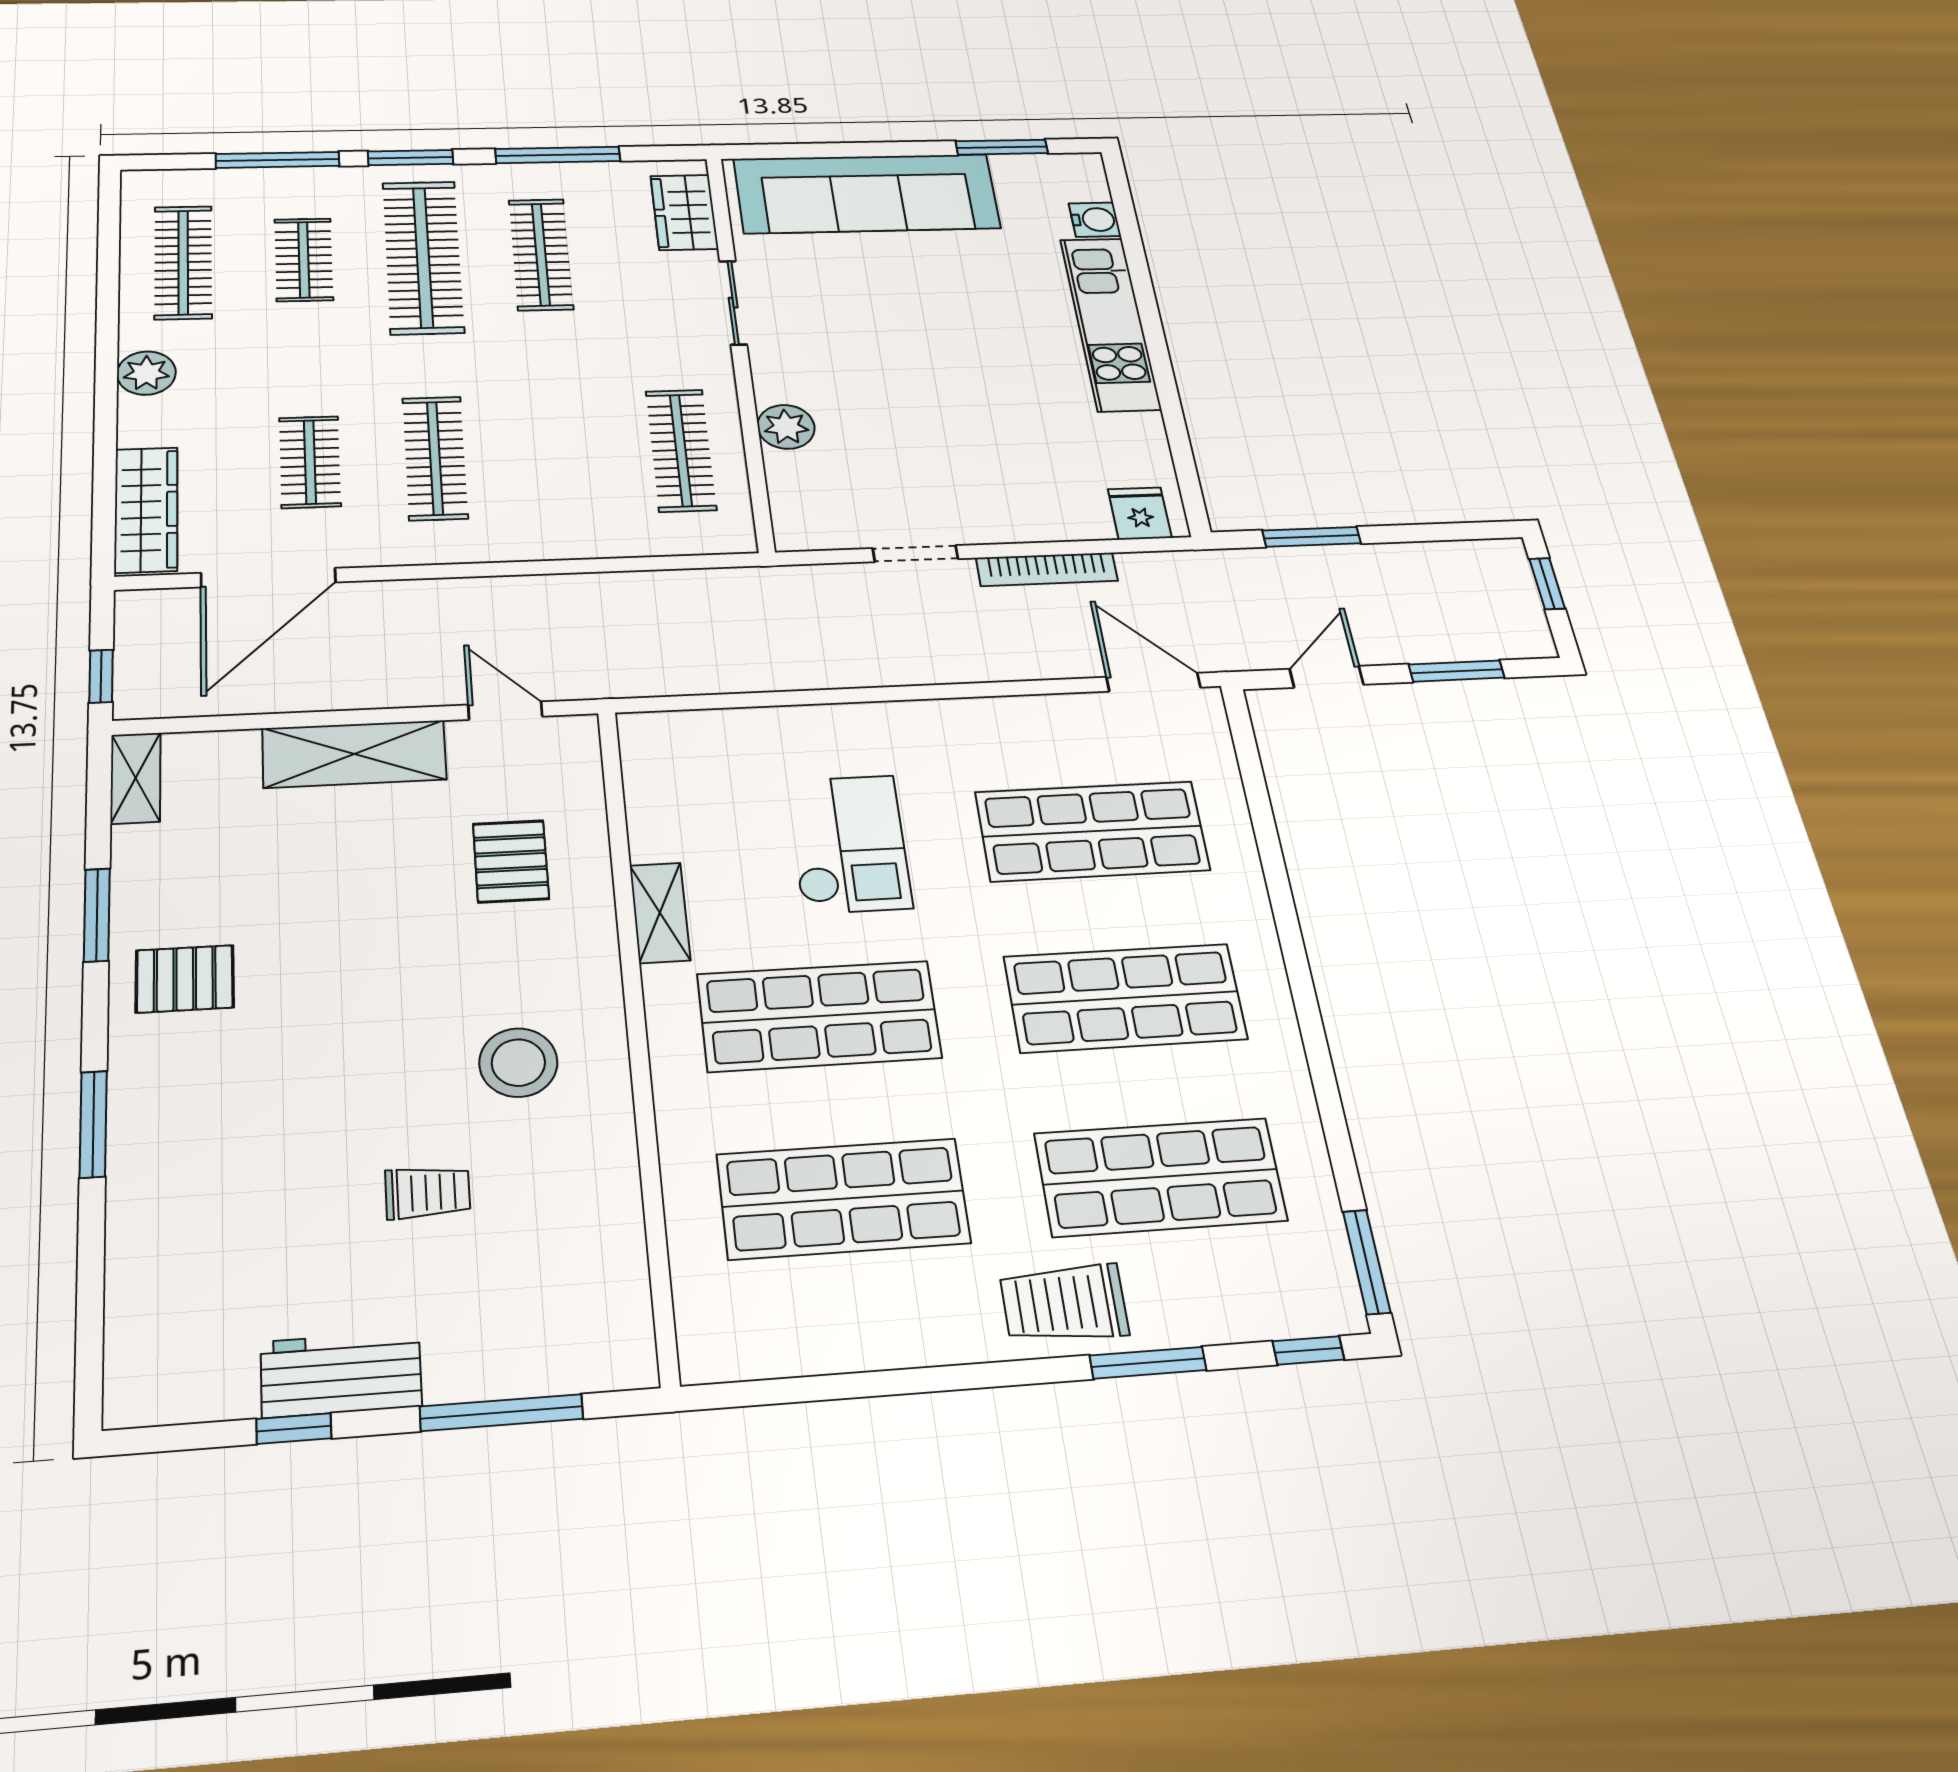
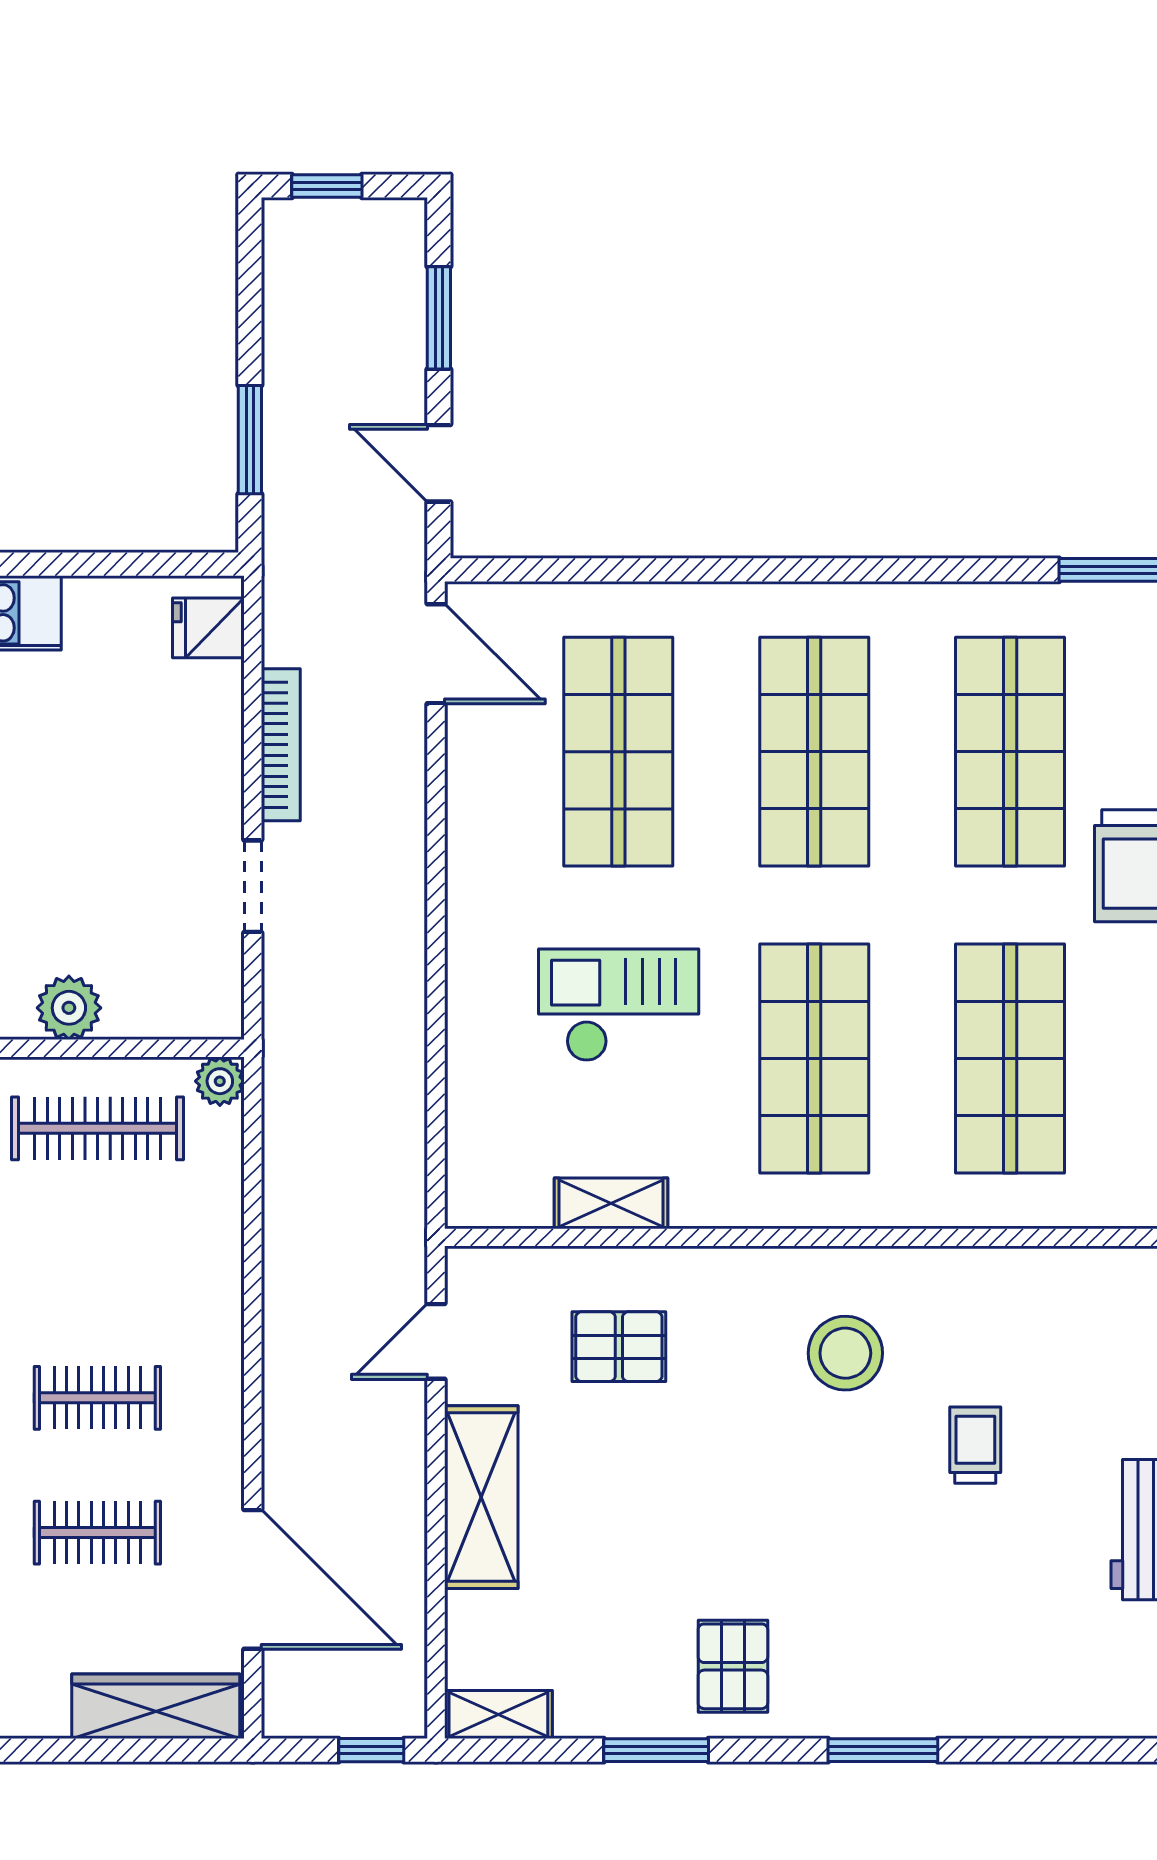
clothes rail: (435, 458) -> (97, 1398), width x0.73
plant: (734, 536) -> (220, 1081), added
door: (1153, 682) -> (436, 654), swing flipped
shelving: (660, 913) -> (611, 1203), moved

